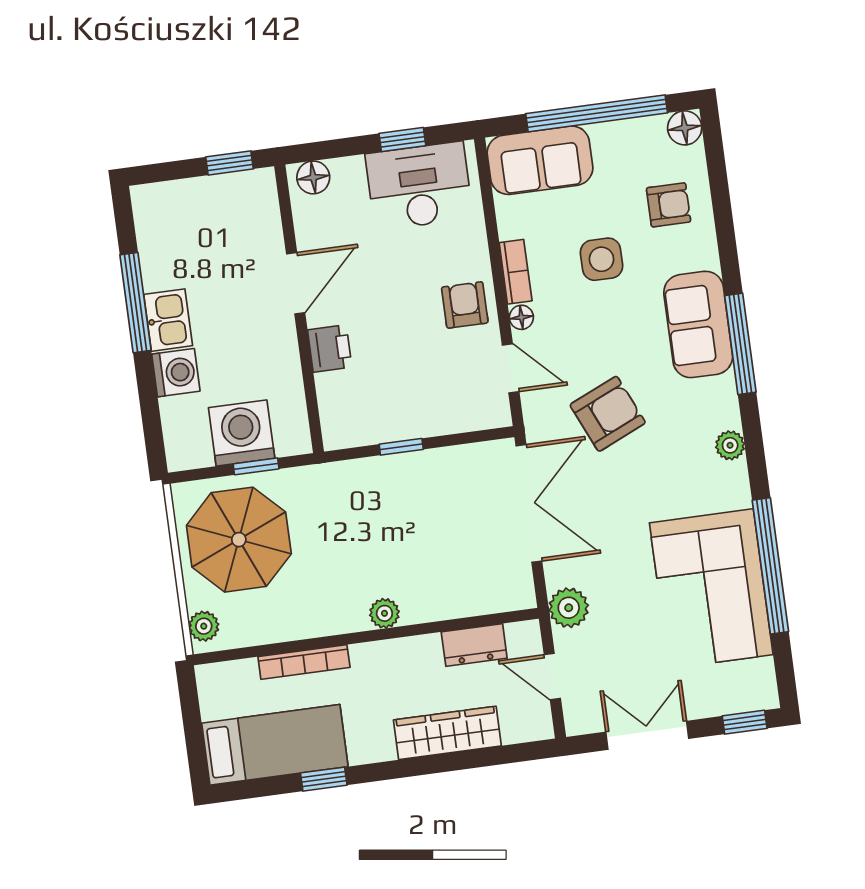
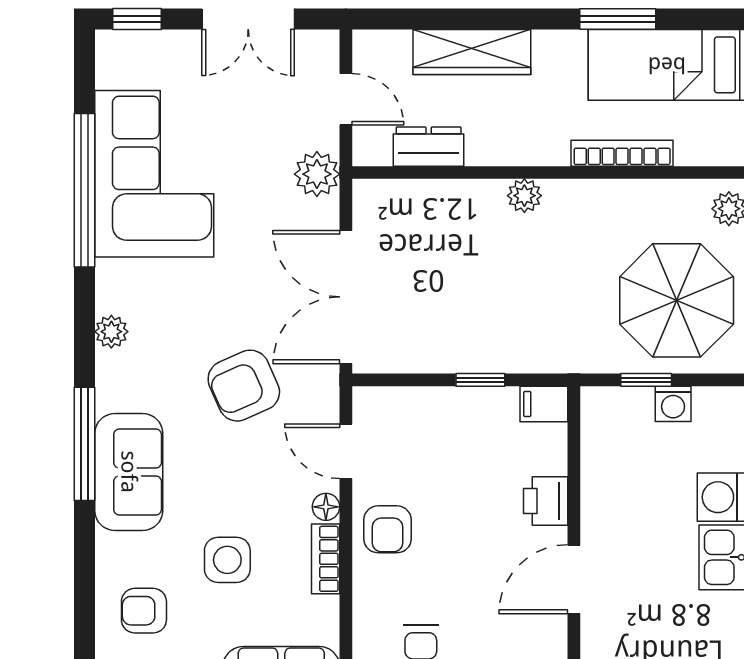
washing machine: (242, 433) -> (673, 404), width x0.53, depth x0.53
filing cabinet: (343, 433) -> (544, 404), added
window: (324, 779) -> (618, 19), width x1.50

